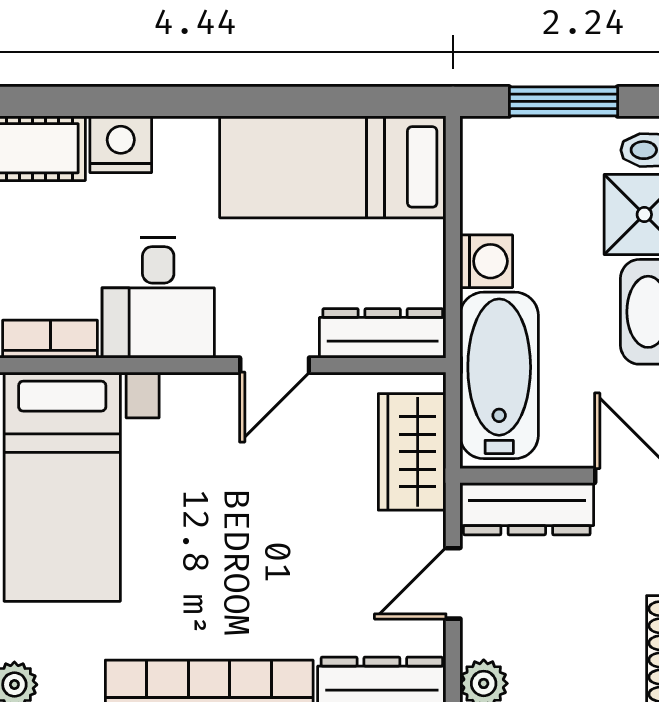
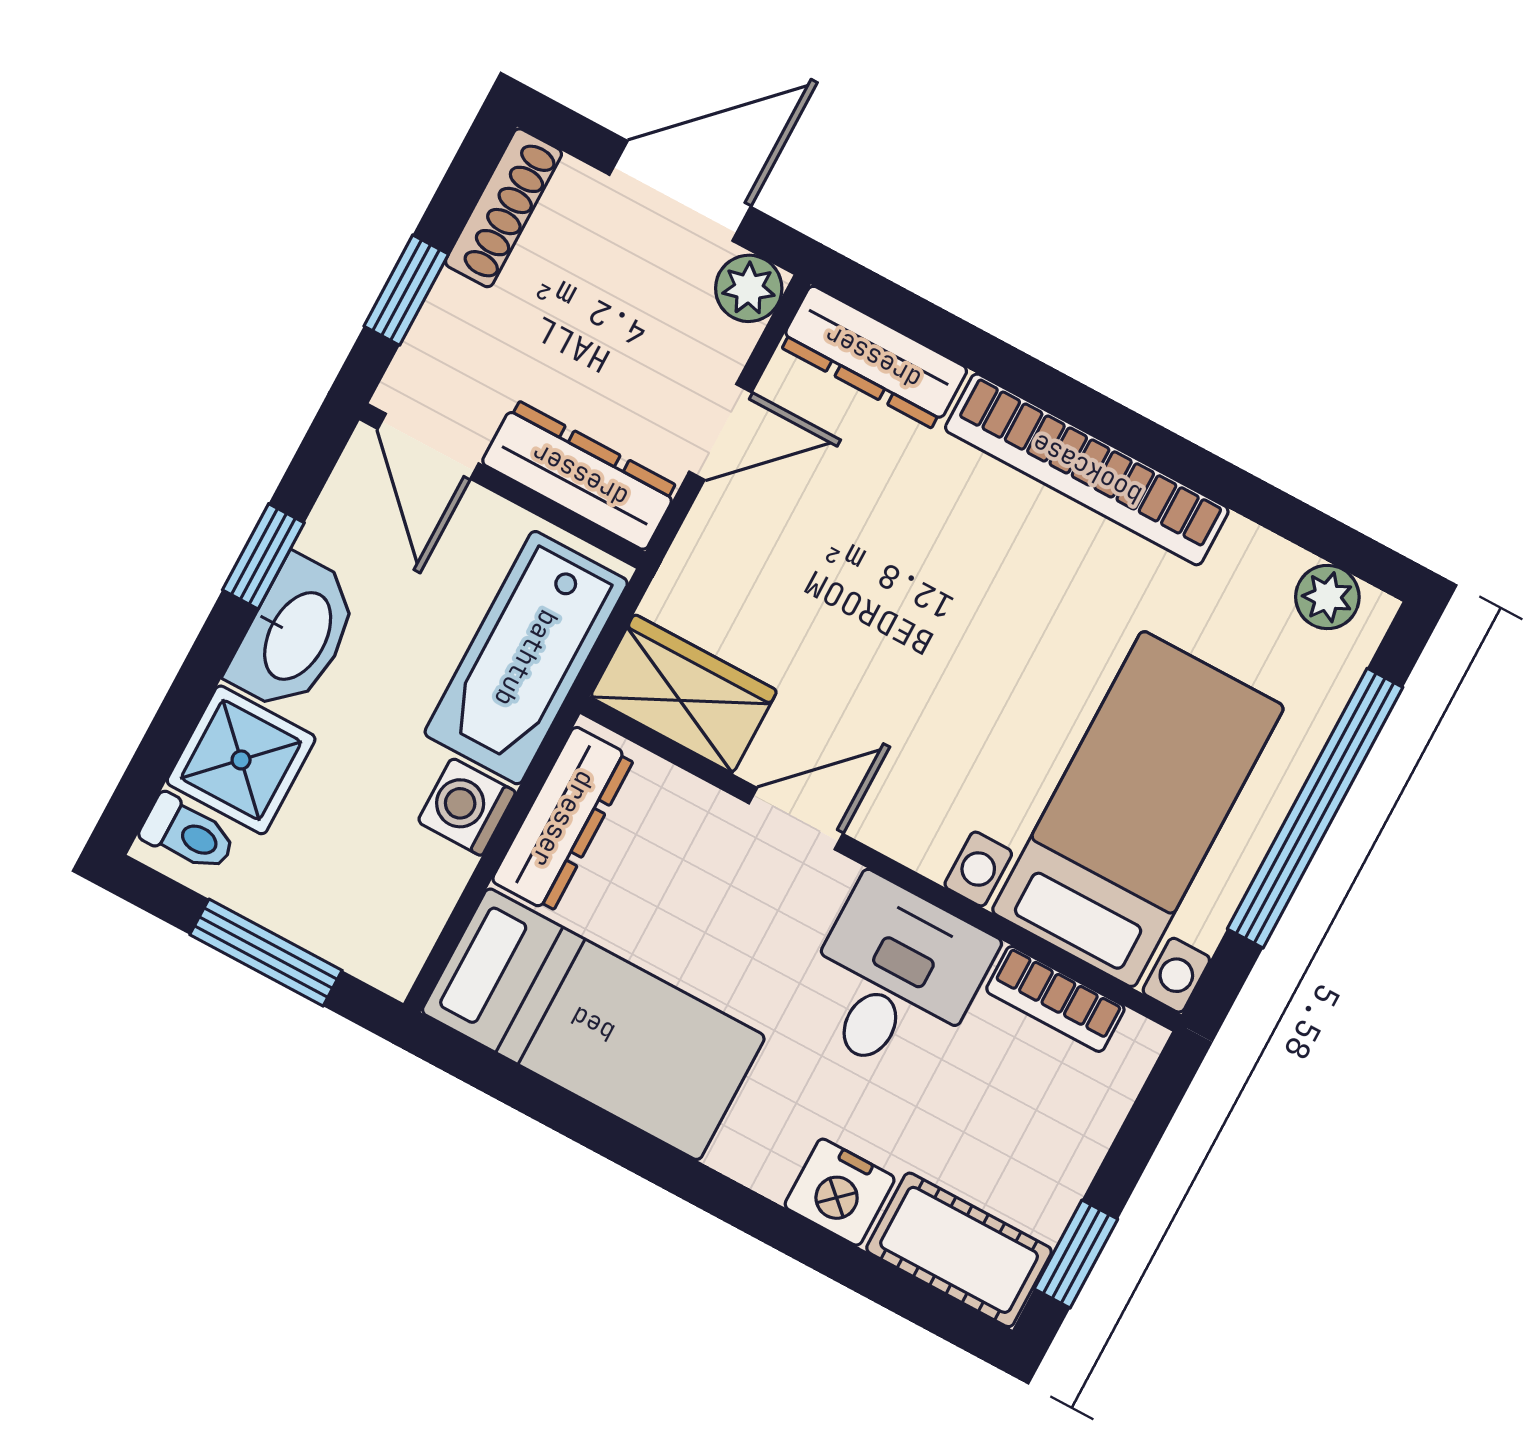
dresser: (383, 333) -> (563, 819), moved, turned -90
wardrobe: (412, 452) -> (684, 694), moved, turned -90

